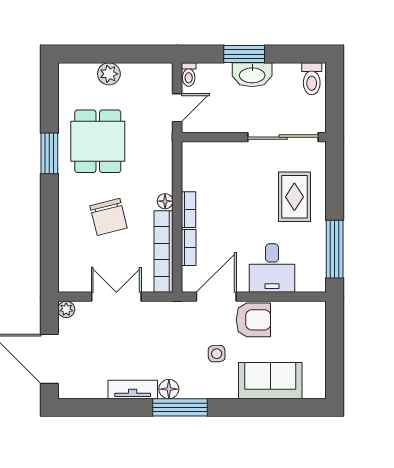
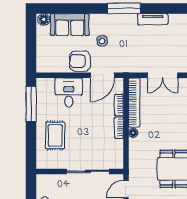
sliding door: (283, 137) -> (88, 171), moved
chair: (109, 217) -> (167, 123), removed
floor lamp: (169, 389) -> (44, 20), moved

